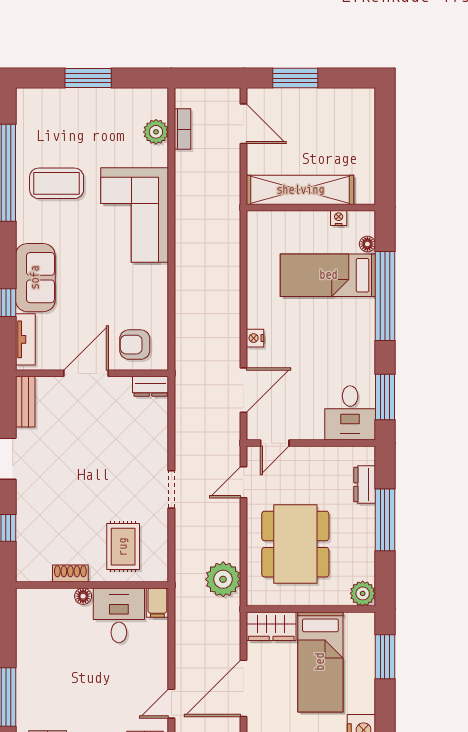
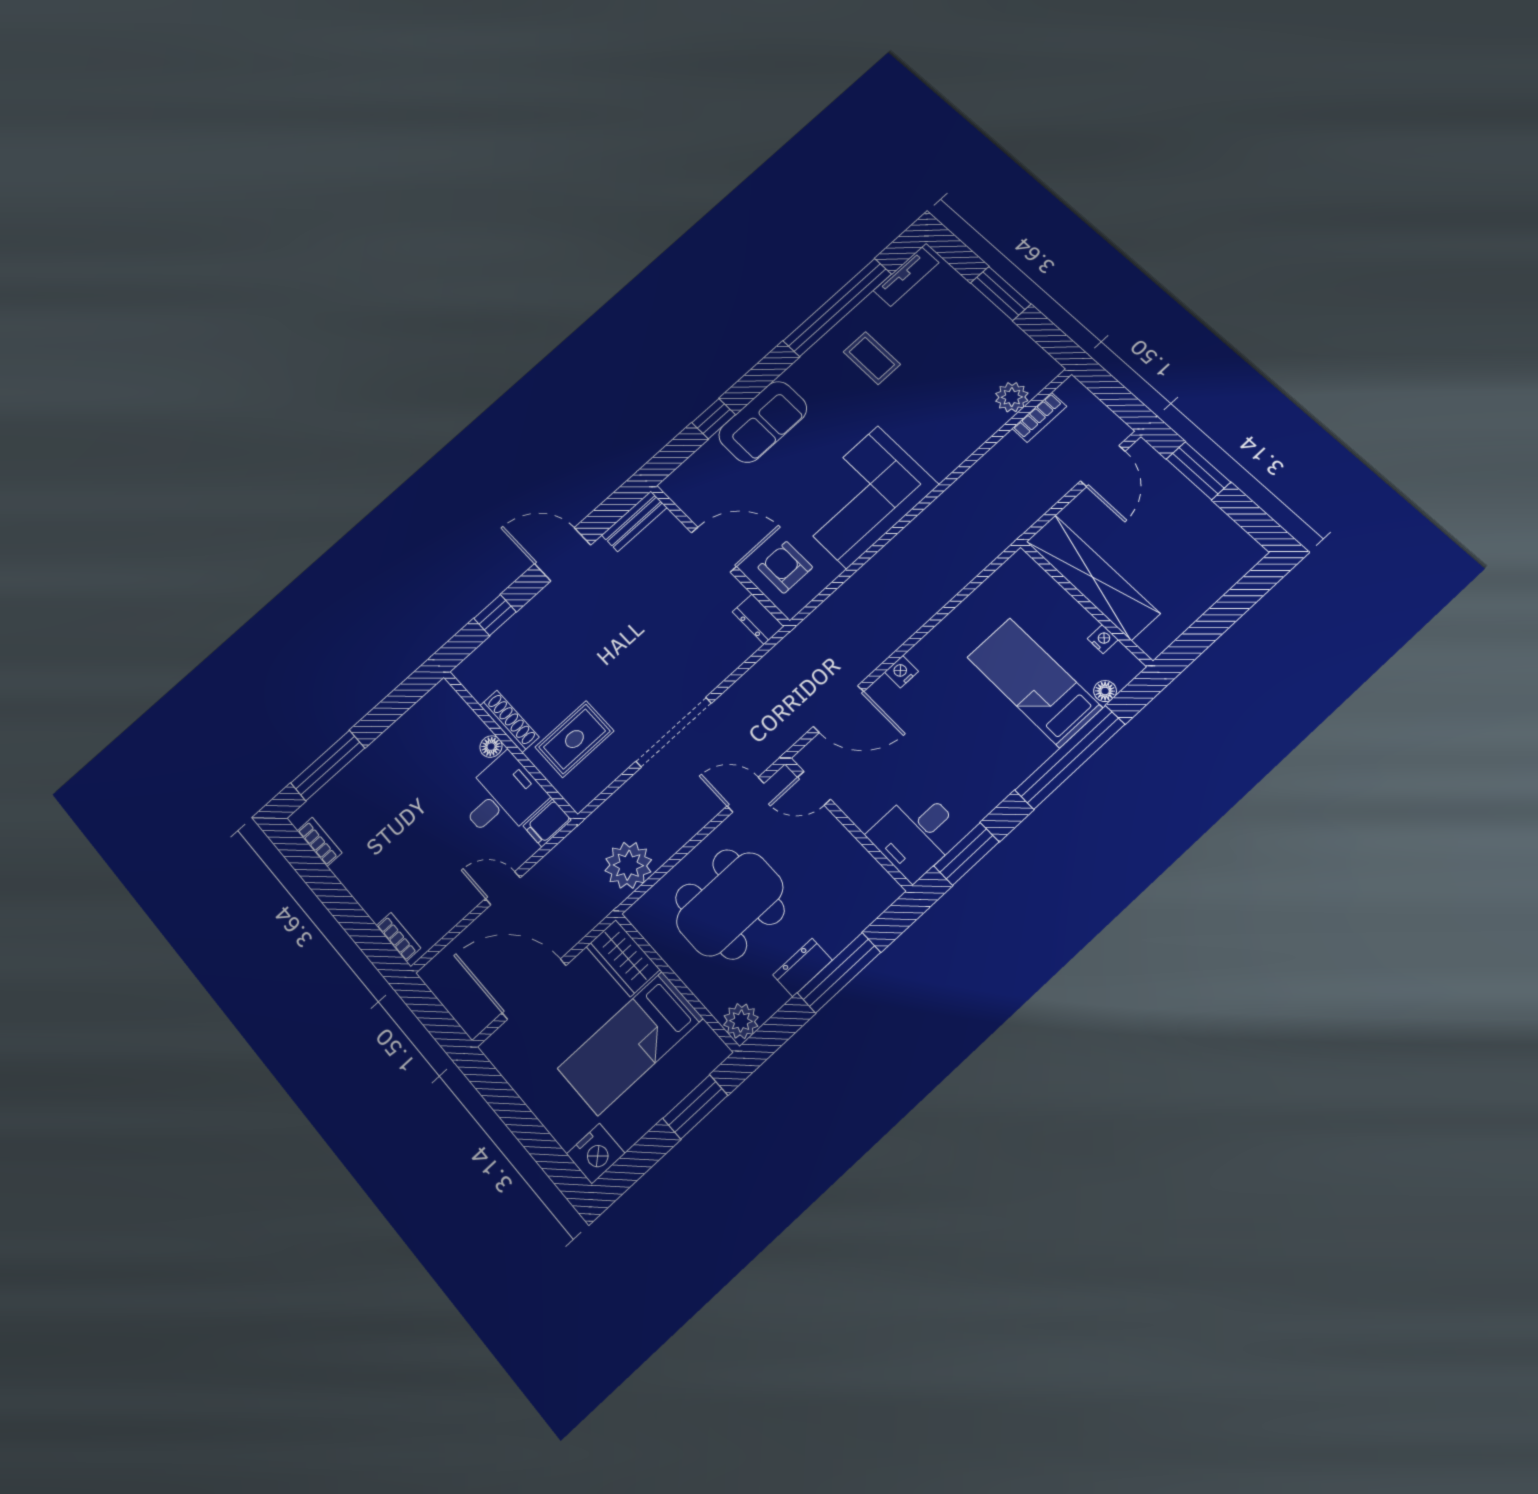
coffee table: (57, 183) -> (872, 358), width x0.73, depth x0.77
corner sofa: (135, 215) -> (862, 497), moved
tv unit: (25, 339) -> (906, 277), moved
dresser: (365, 485) -> (803, 968), moved
doorway: (171, 489) -> (674, 732), width x1.88
shoe rack: (70, 573) -> (509, 721), width x1.43
door: (171, 704) -> (503, 888), moved

